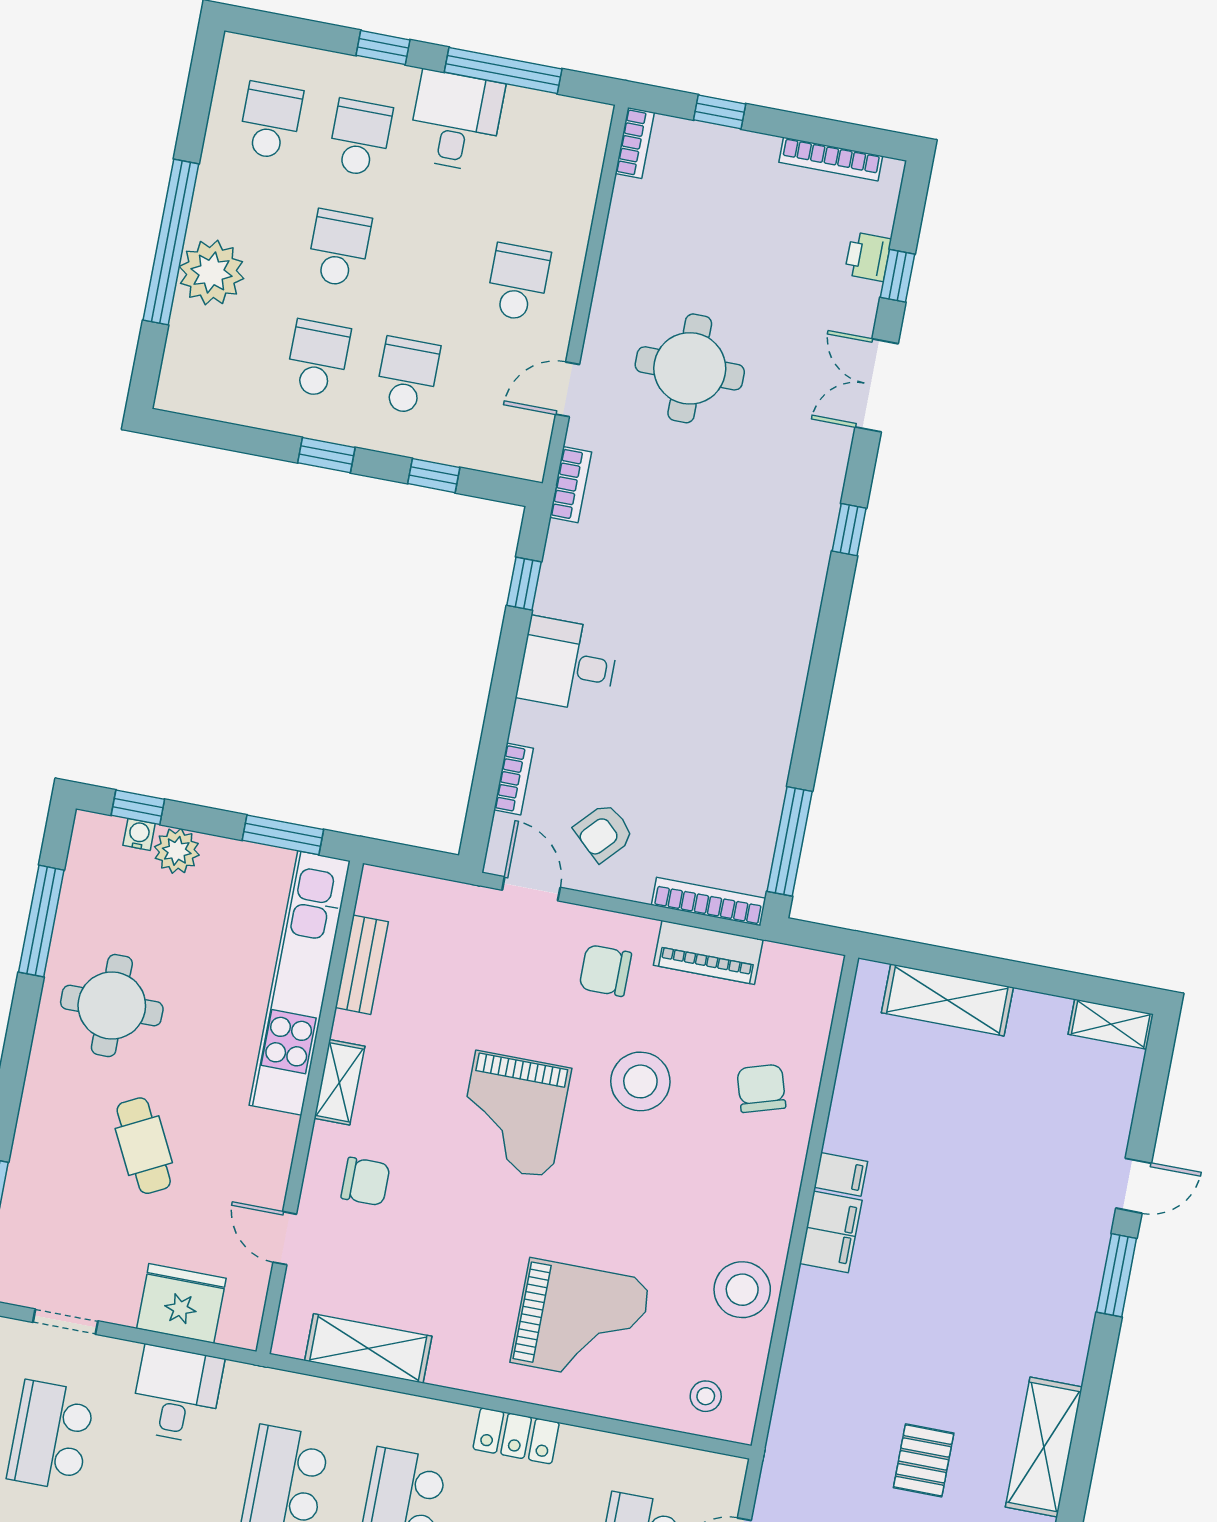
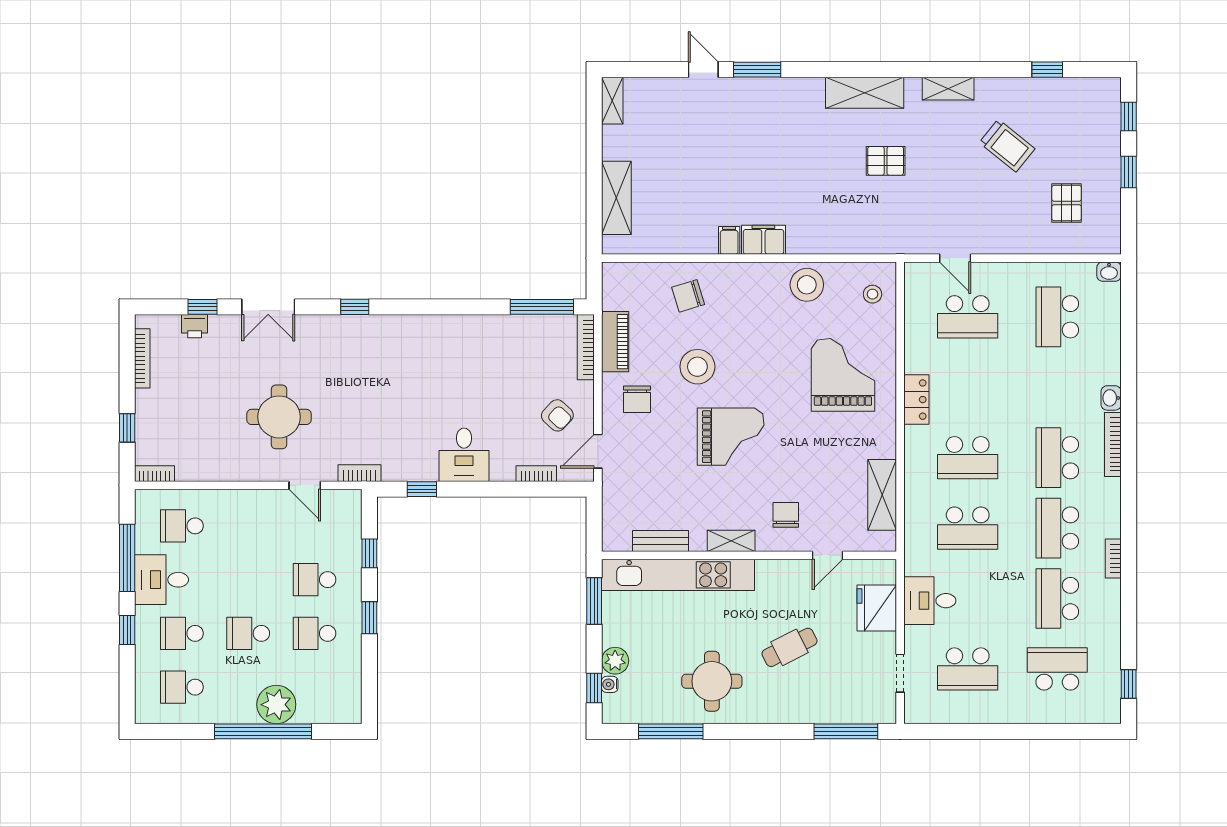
school desk: (518, 282) -> (182, 526), moved

